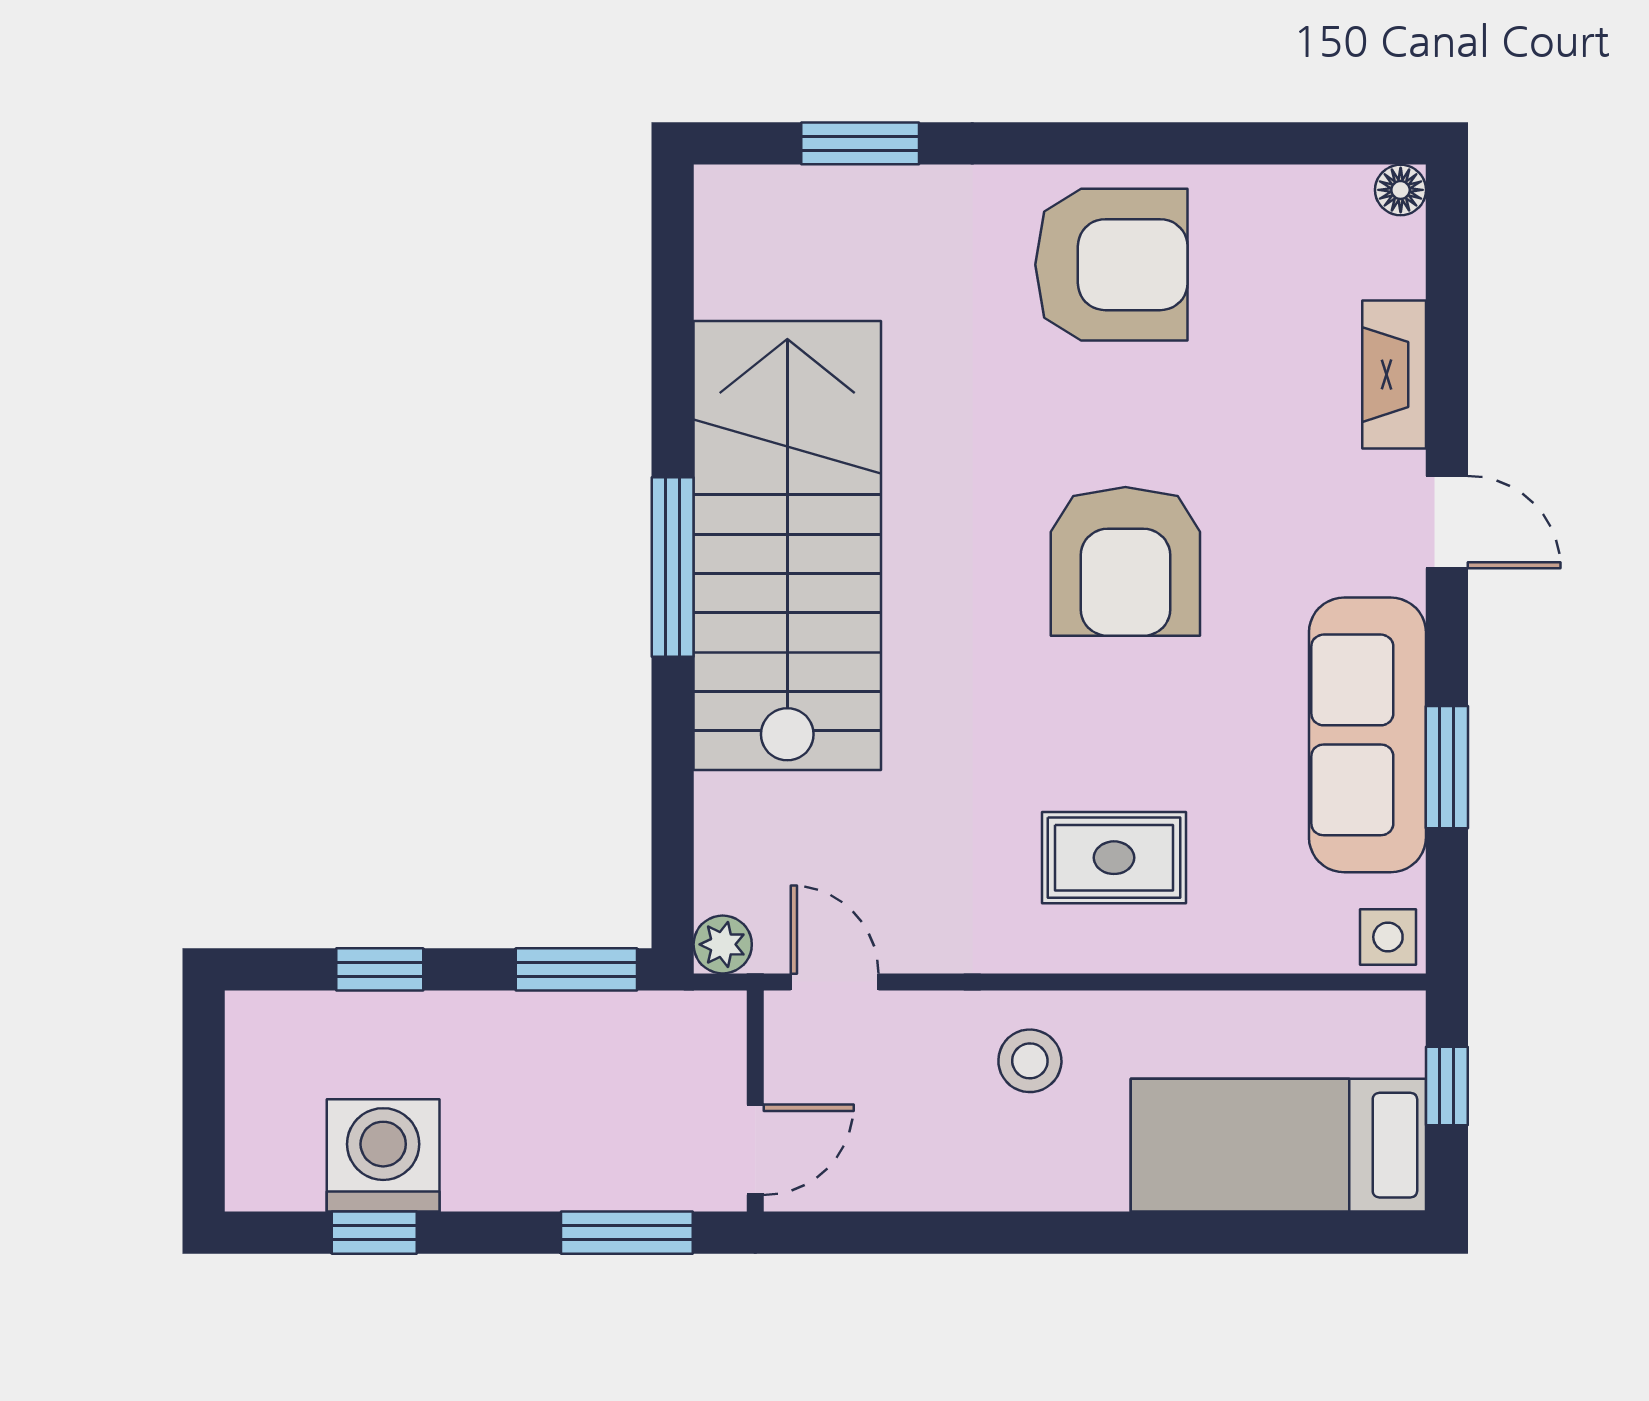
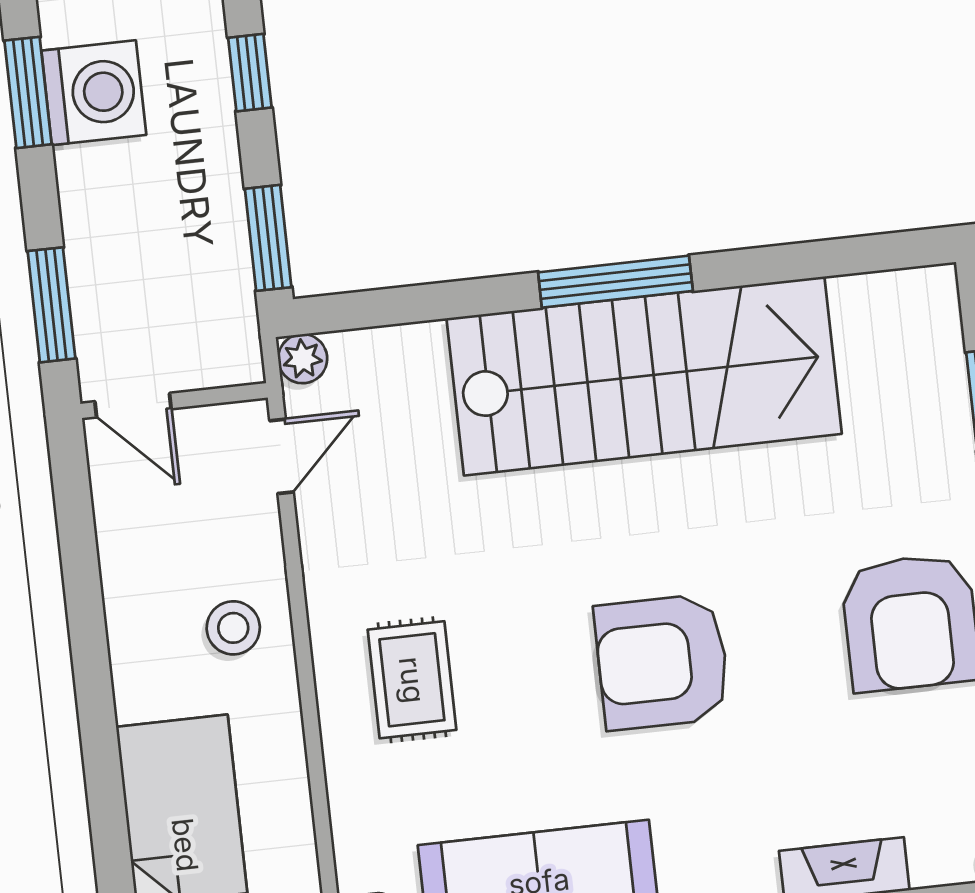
window: (374, 1233) -> (28, 92), width x1.50

